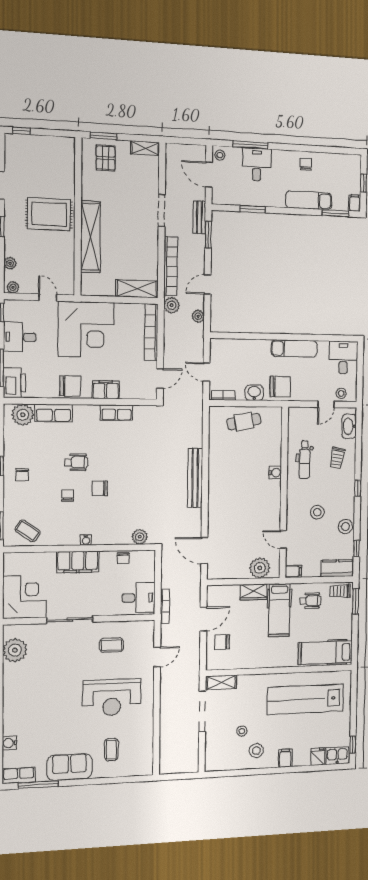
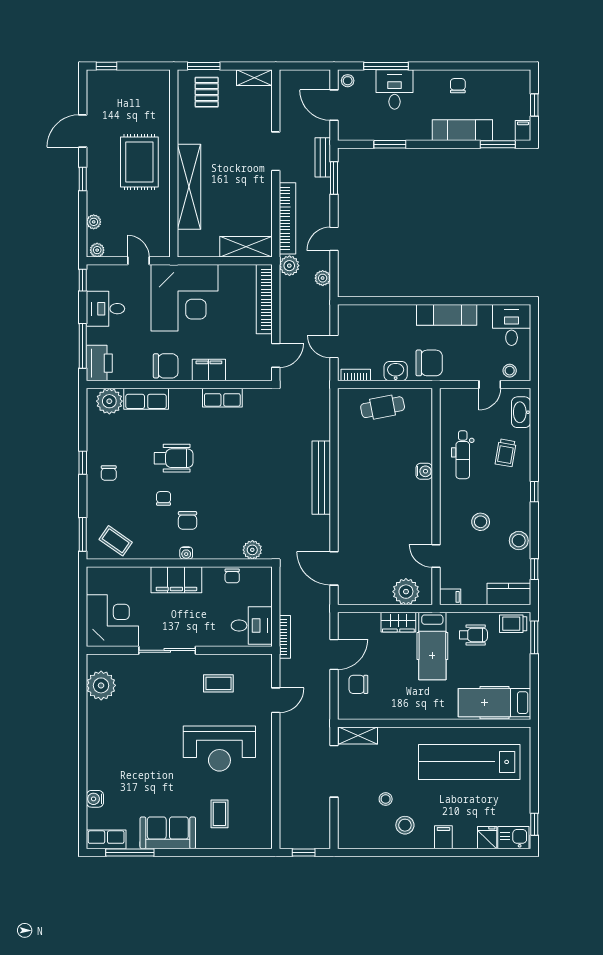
rug: (49, 214) -> (139, 162), turned 90
wheelchair: (76, 462) -> (174, 458), width x1.36, depth x1.37
chair: (100, 488) -> (187, 520), moved, turned -90
window: (178, 776) -> (304, 852), added

